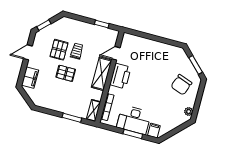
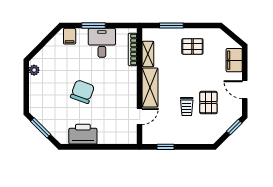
door: (28, 52) -> (245, 90), swing flipped
pallet: (66, 73) -> (192, 46), moved
printer: (120, 76) -> (83, 134), moved, turned 90
chair: (181, 85) -> (82, 92), moved
shelving: (93, 110) -> (148, 54), moved
desk: (134, 120) -> (102, 43), width x0.73

